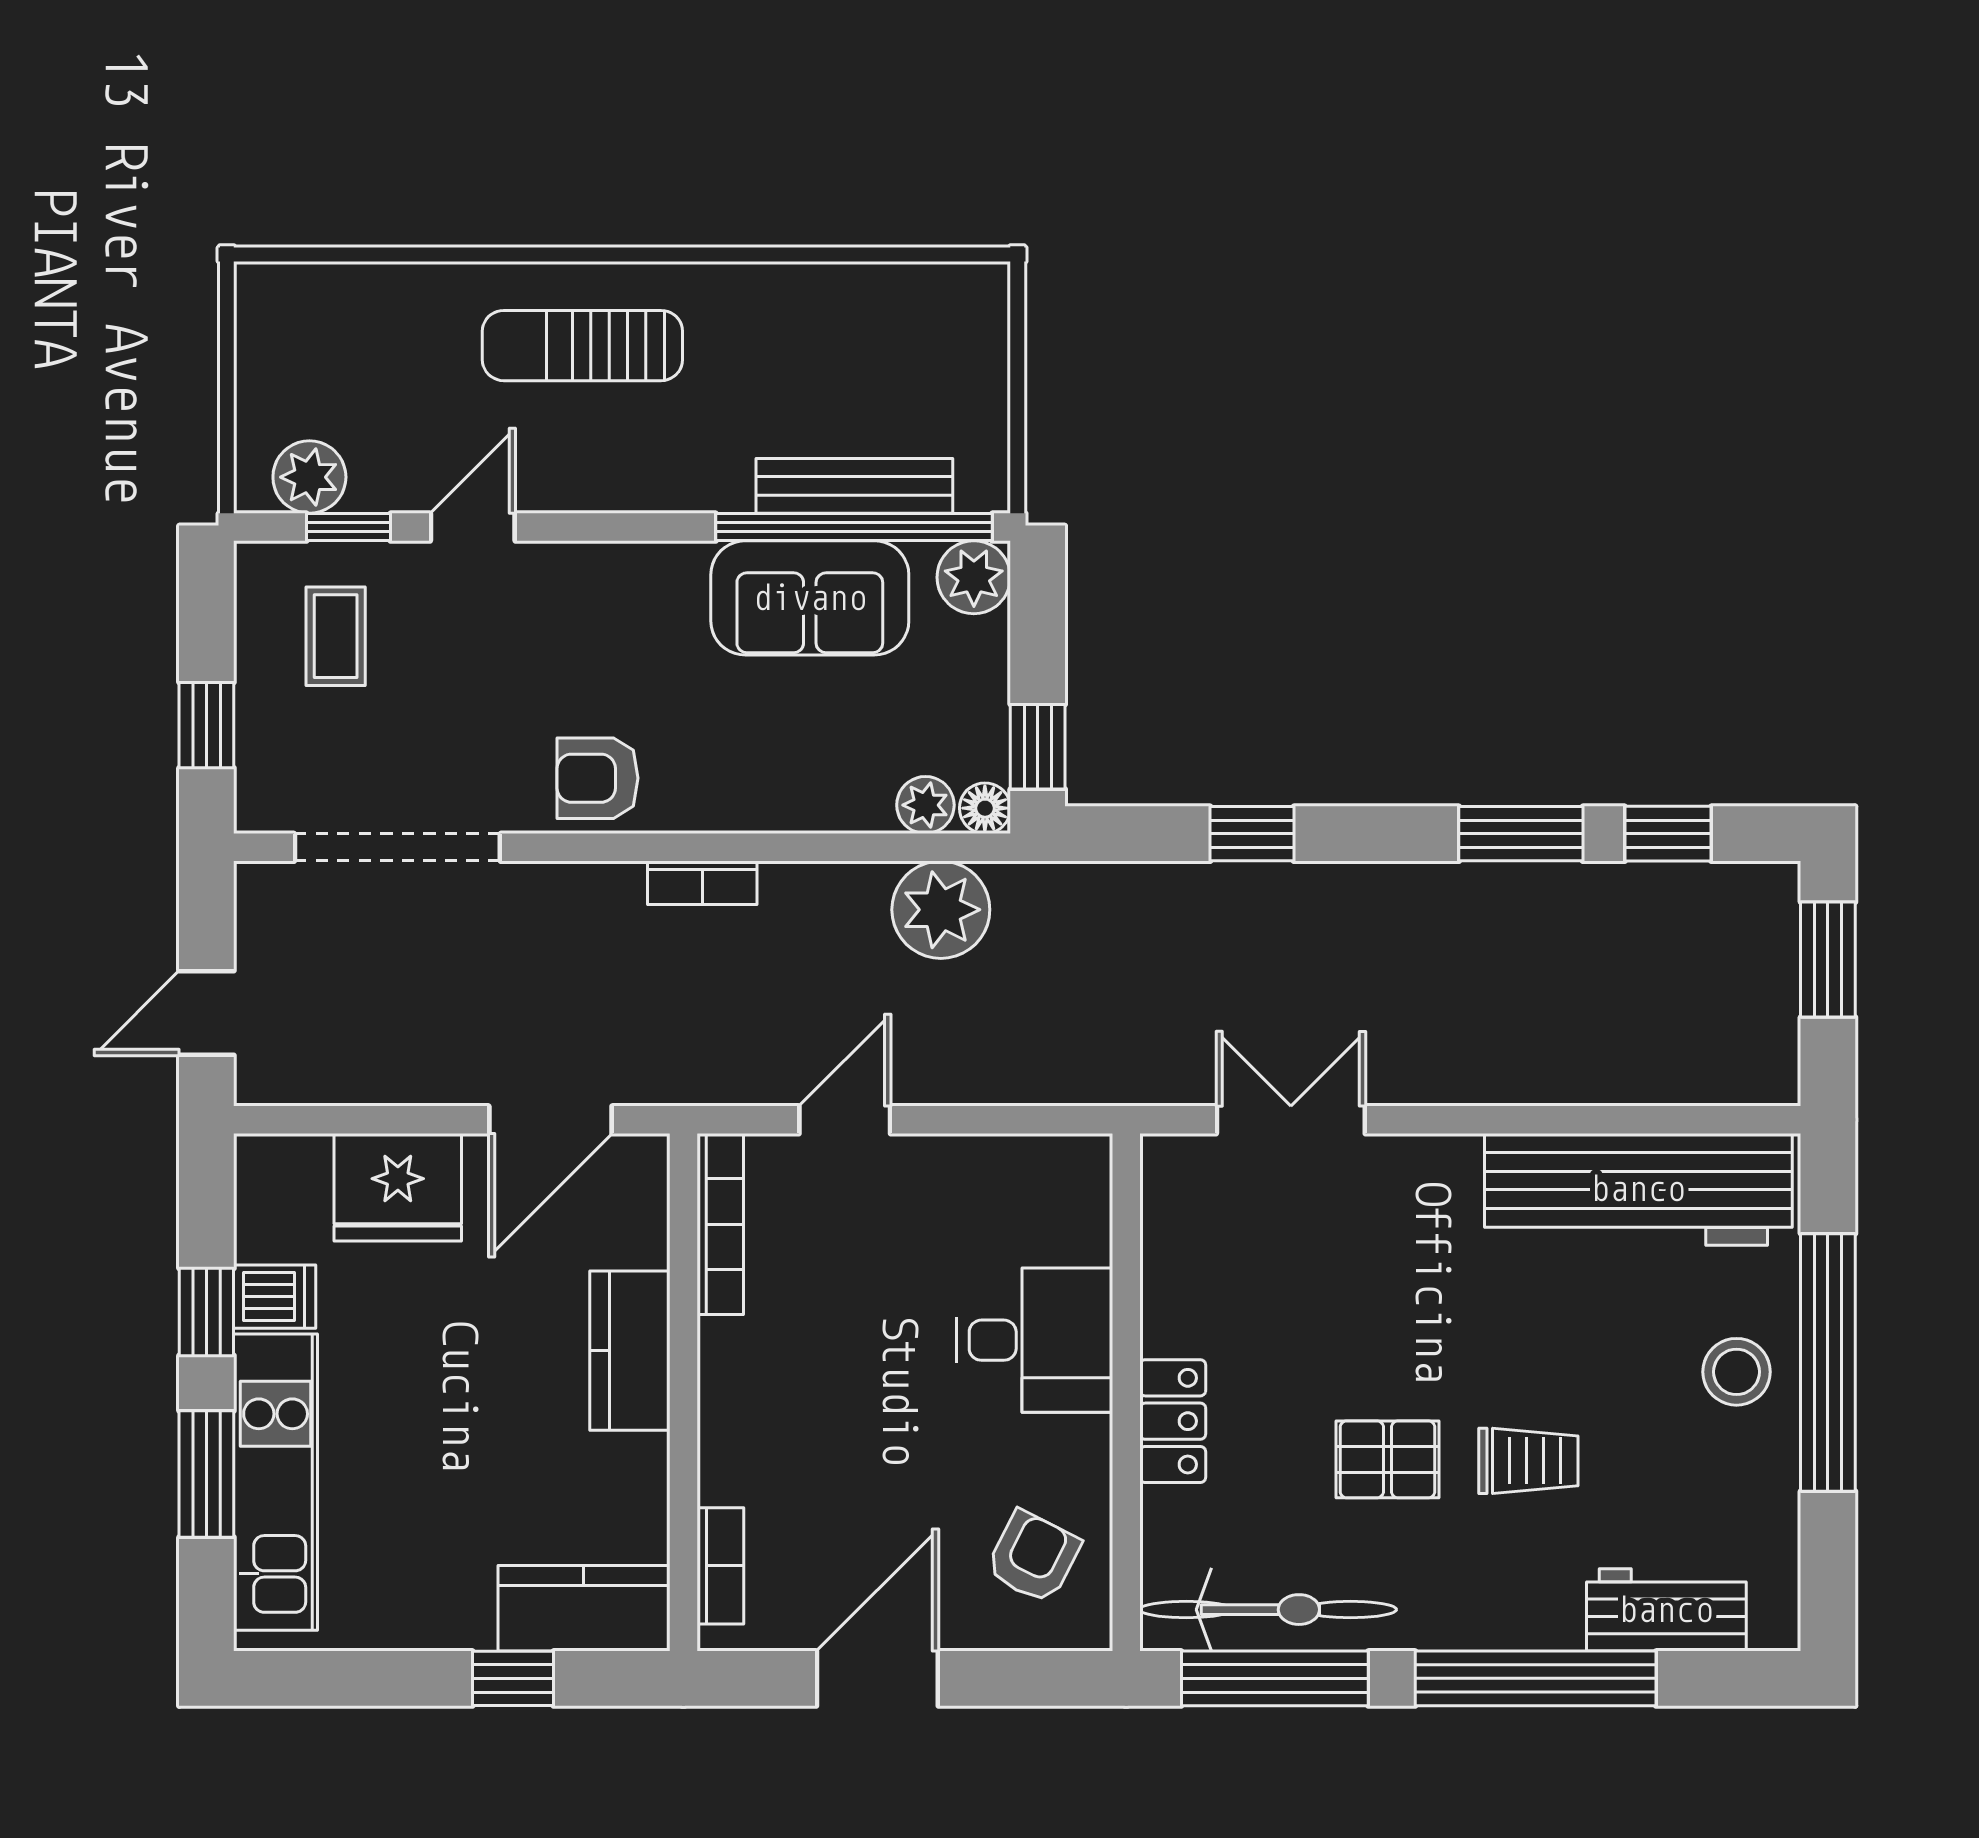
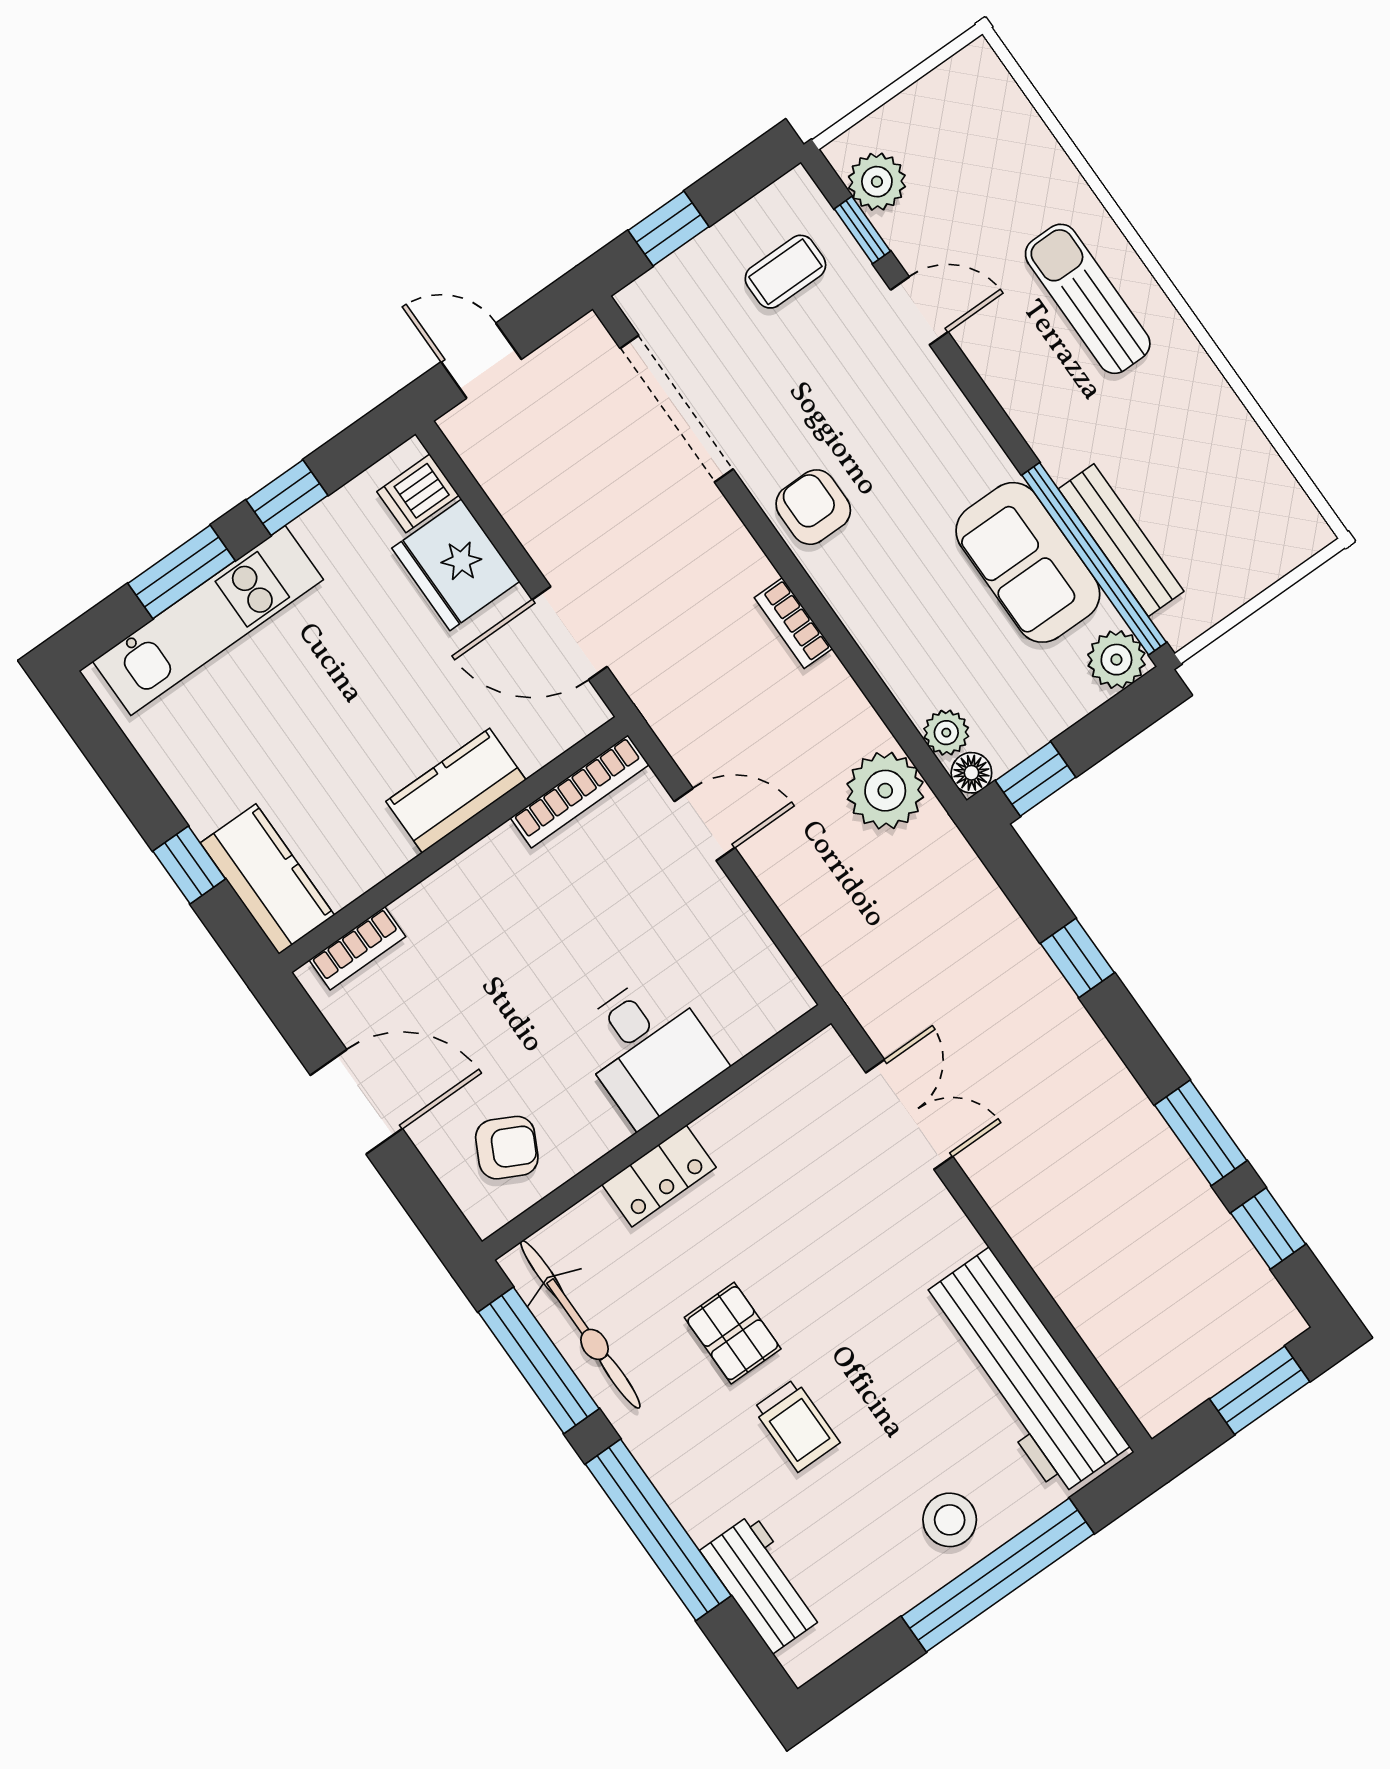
dishwasher: (275, 1297) -> (418, 493), moved, turned 90

